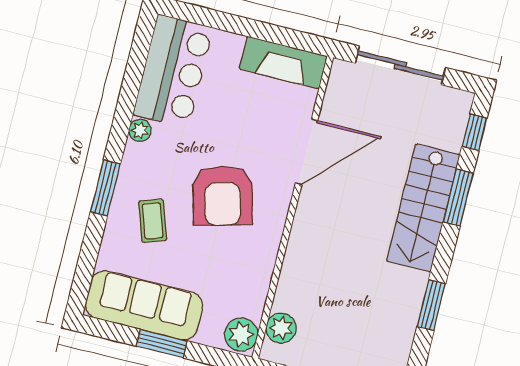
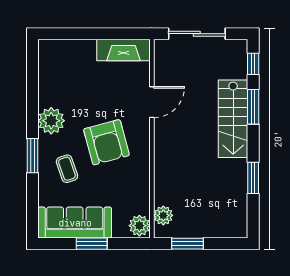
bar counter: (173, 71) -> (56, 73), removed
plant: (140, 130) -> (51, 121), width x1.87, depth x1.87
door: (307, 152) -> (152, 102), width x0.73

